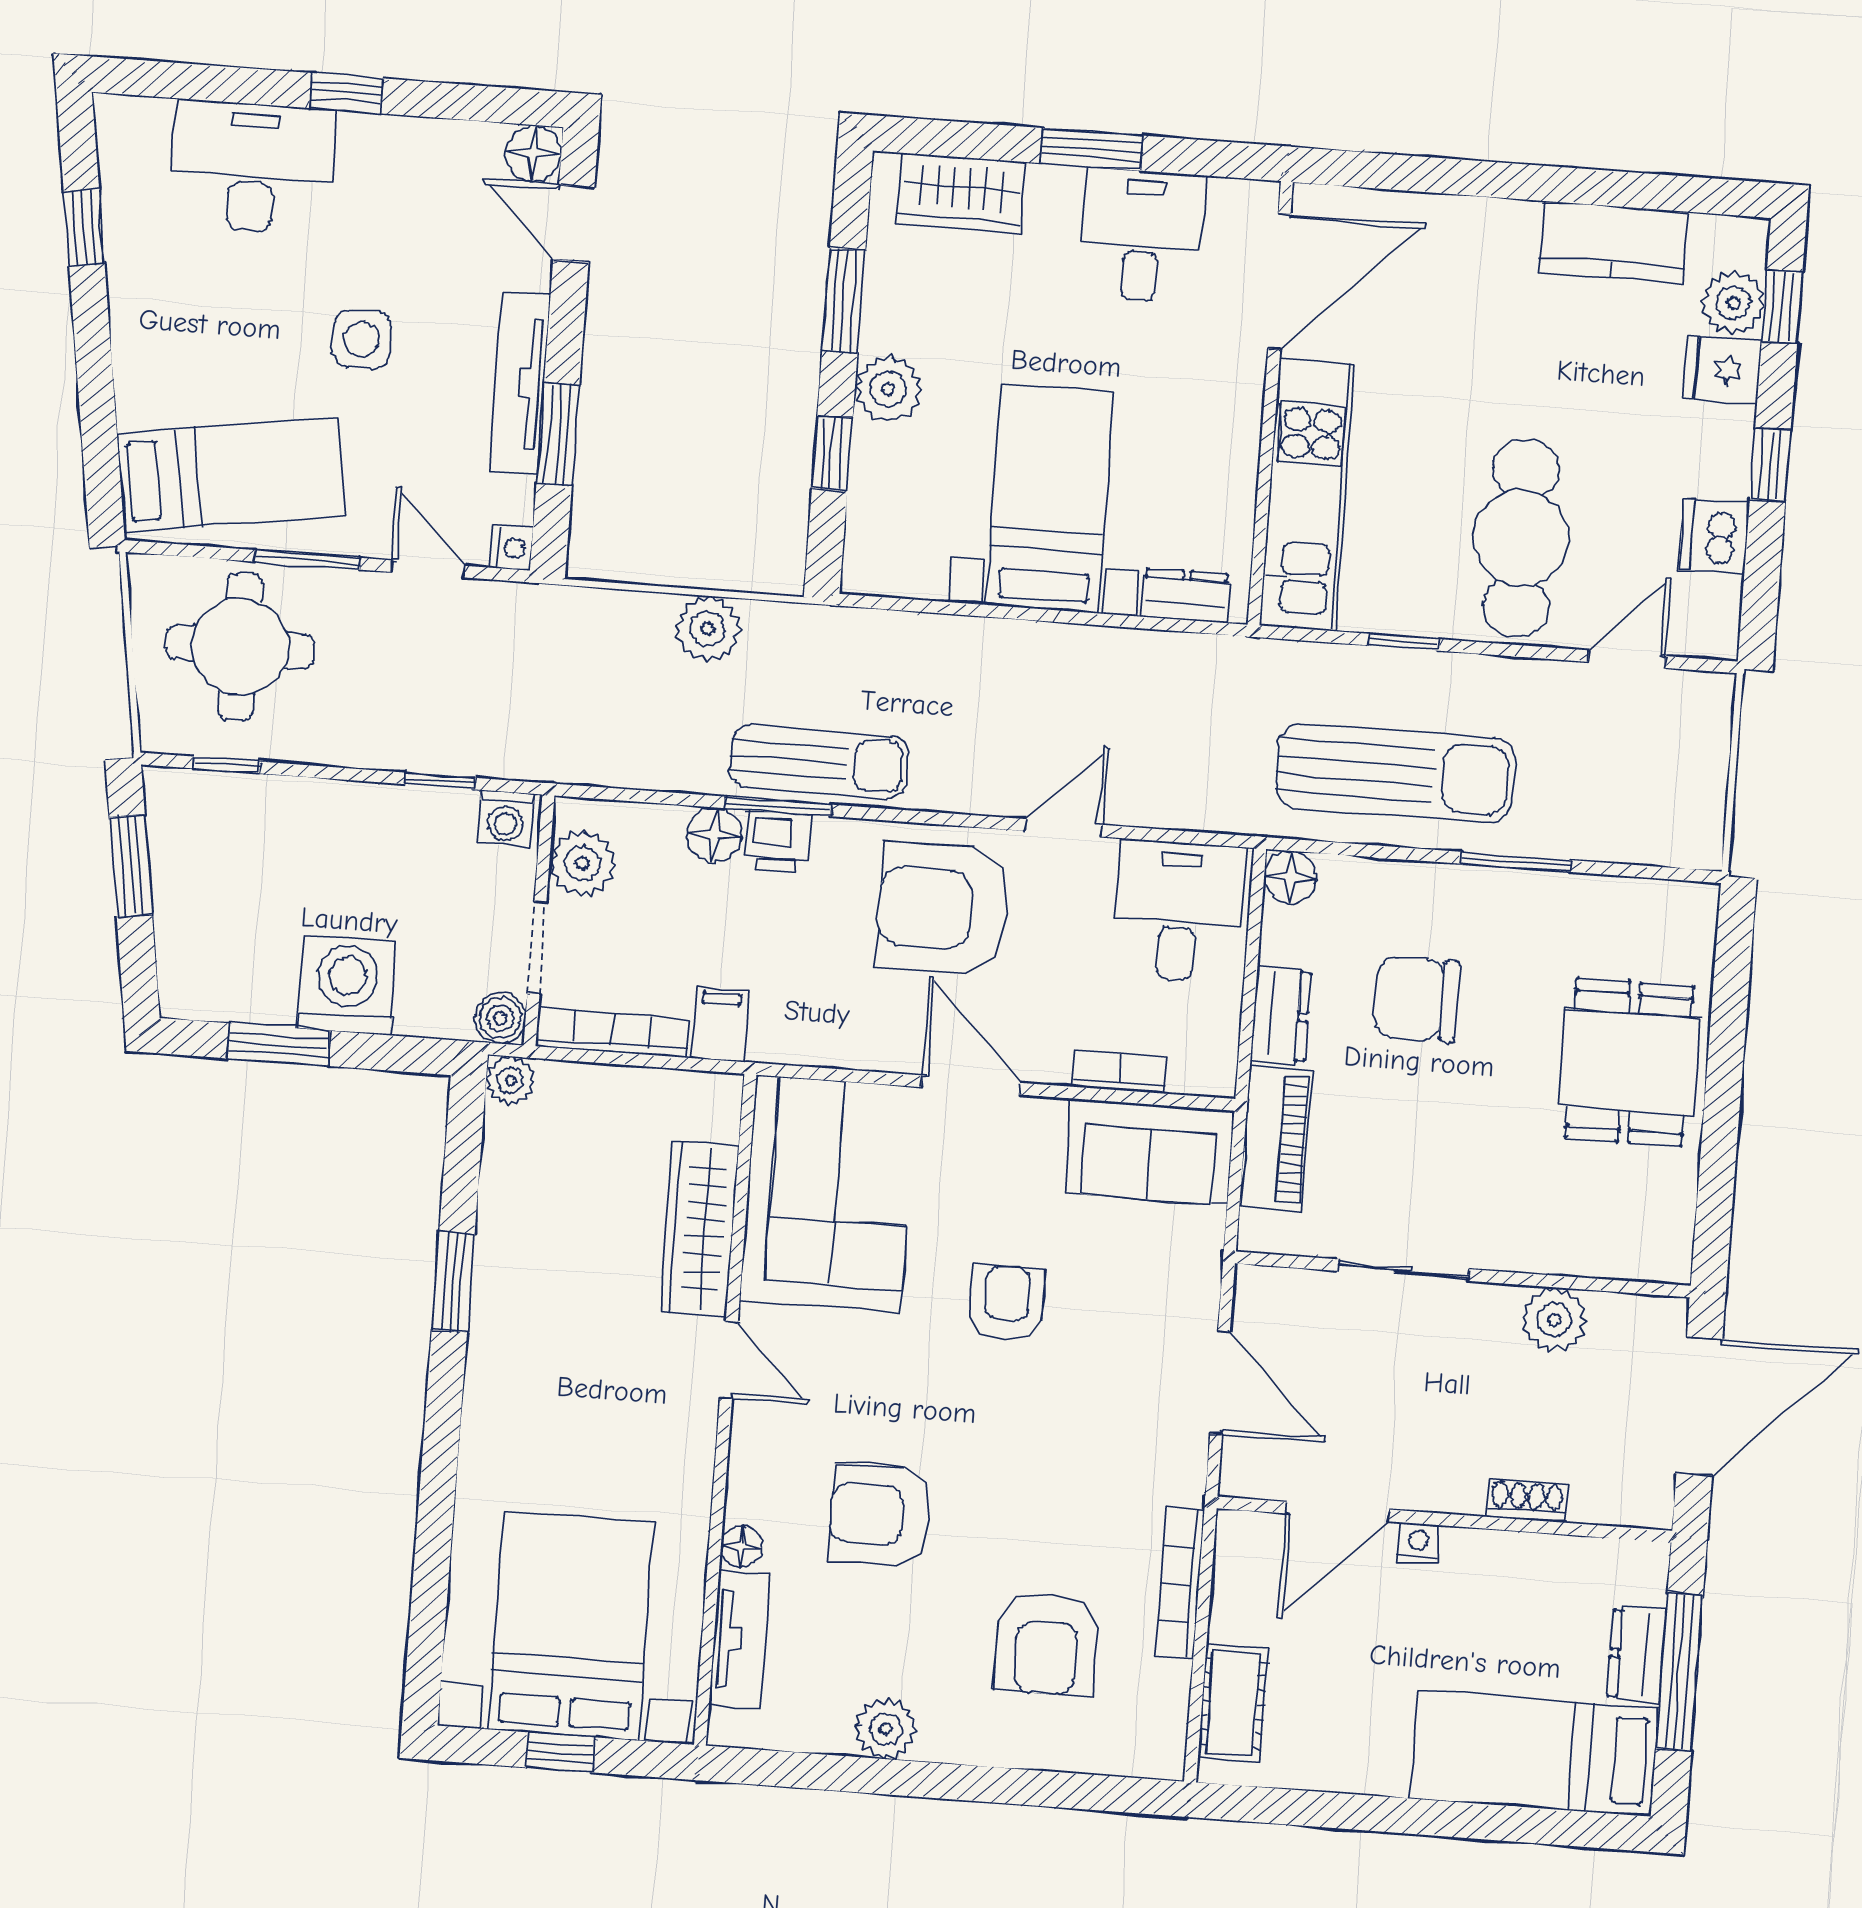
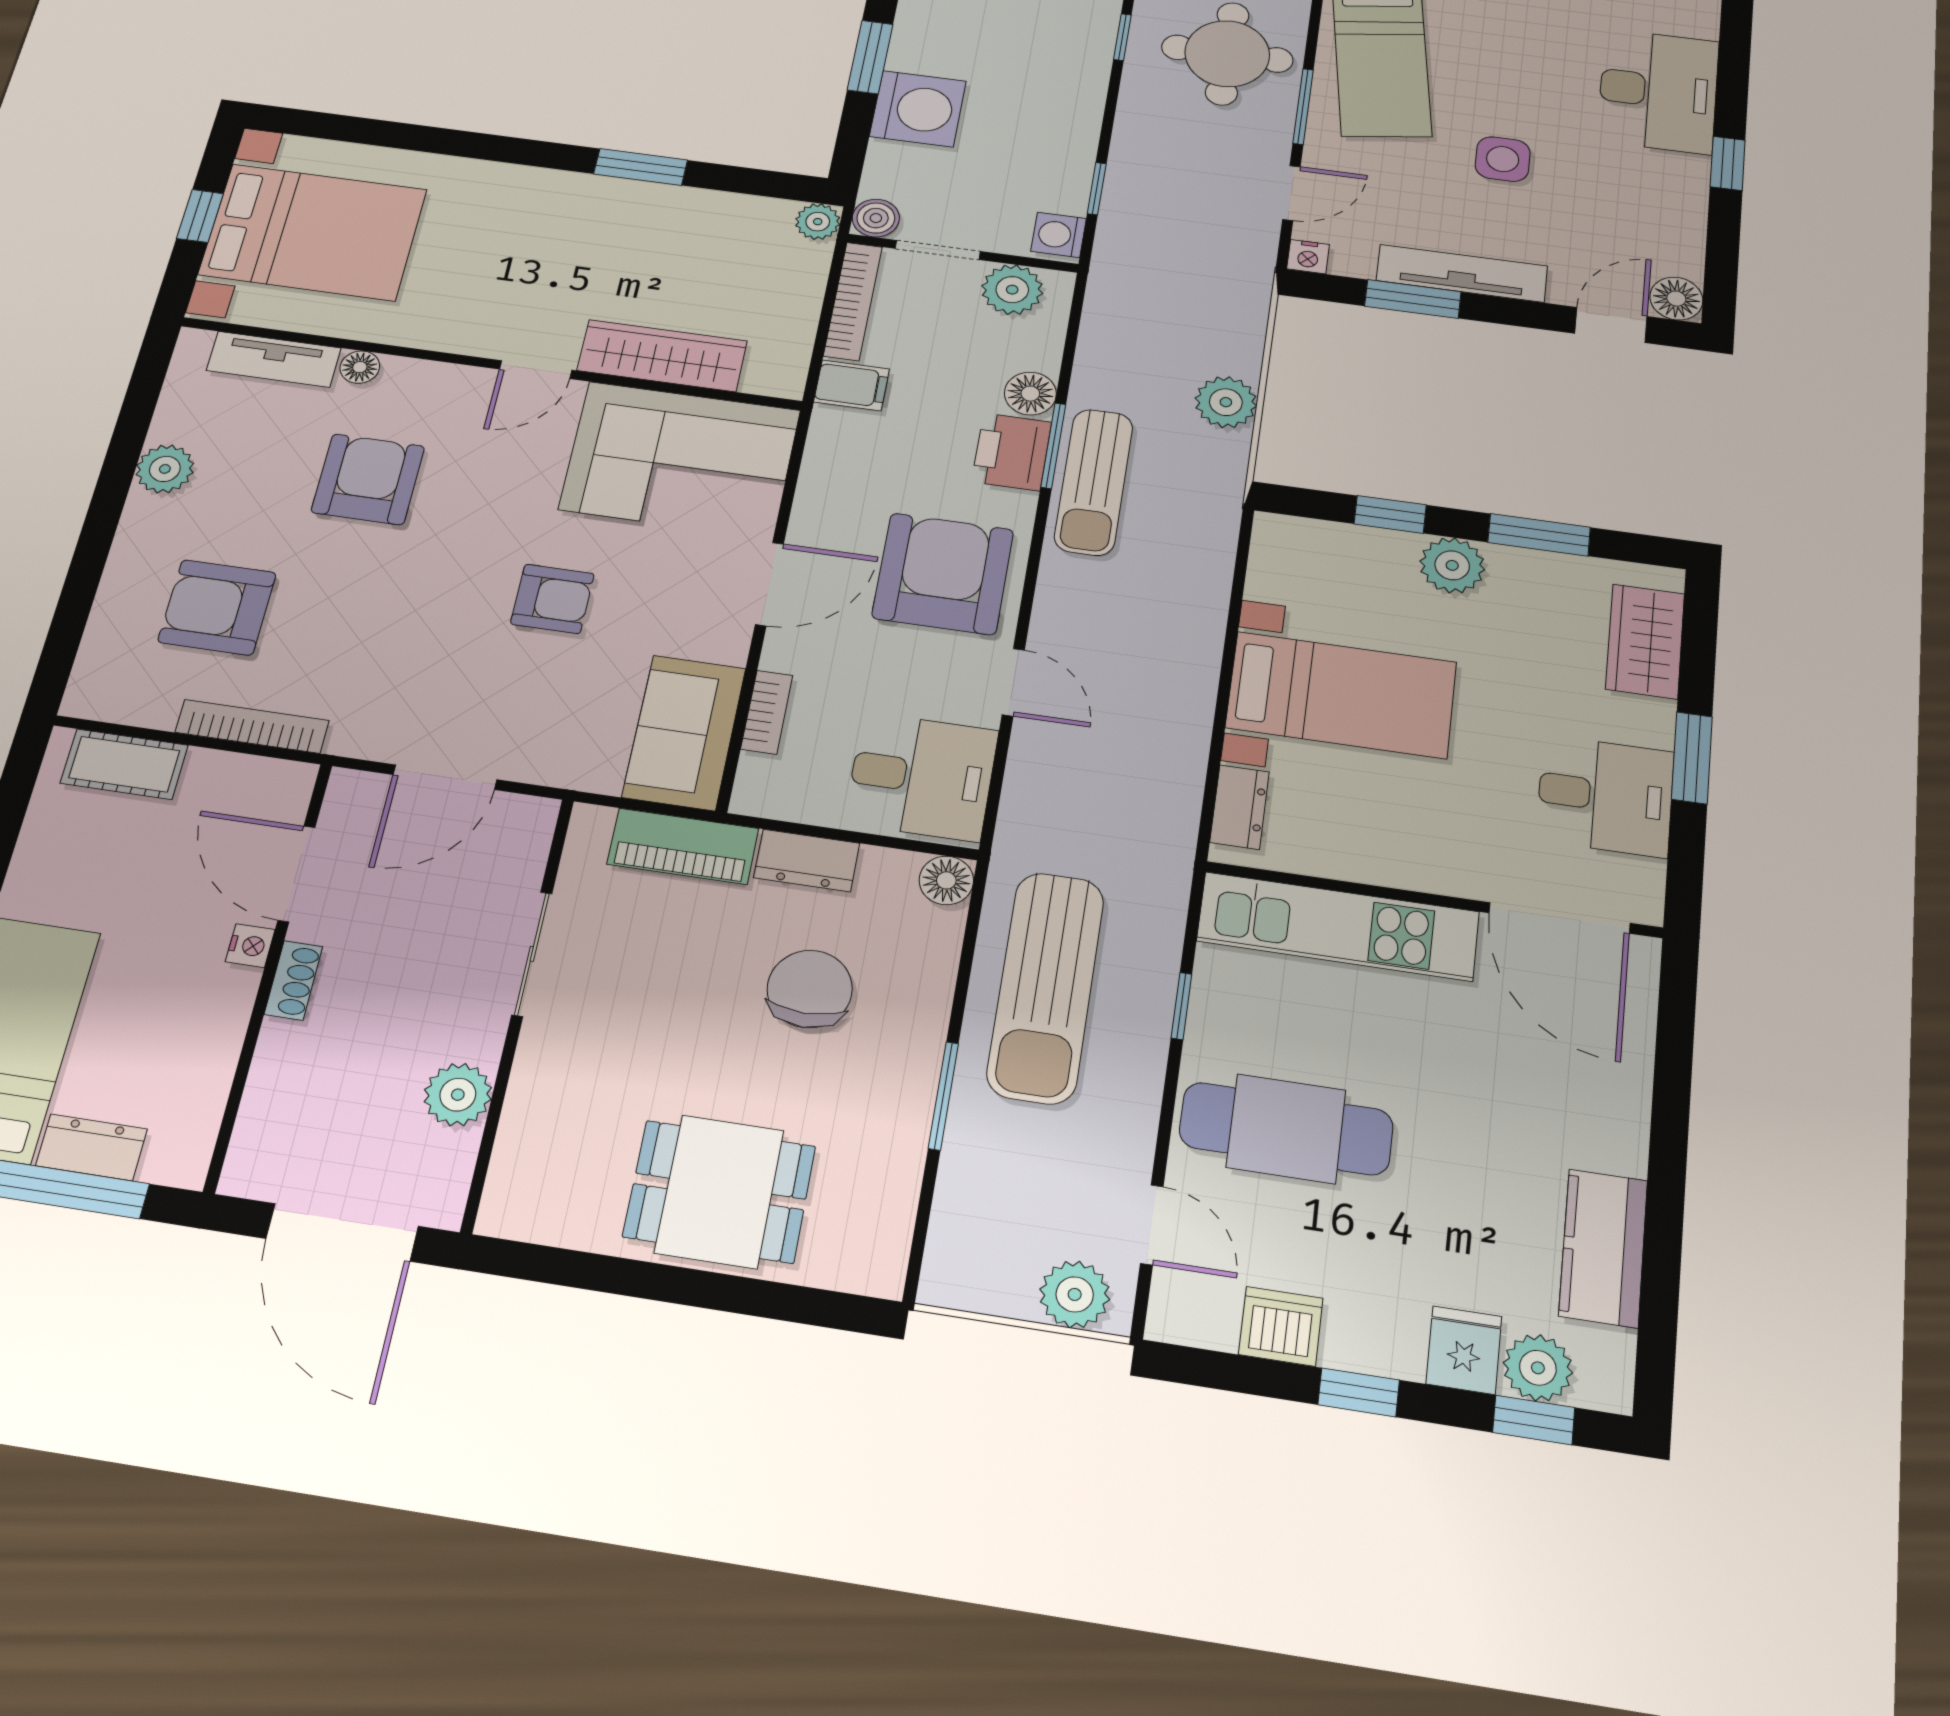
plant: (1700, 726) -> (1075, 1294), added
printer: (778, 841) -> (1012, 452), width x1.36, depth x1.24
shoe rack: (1527, 1501) -> (293, 980), moved

